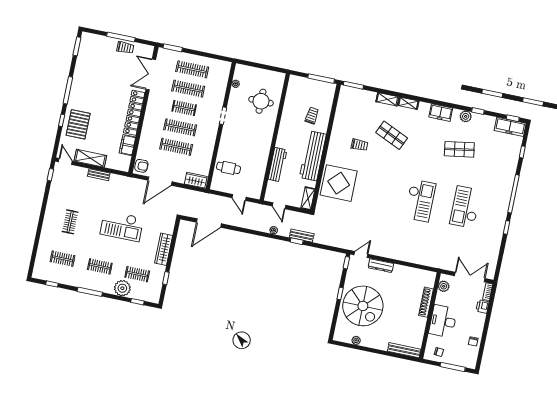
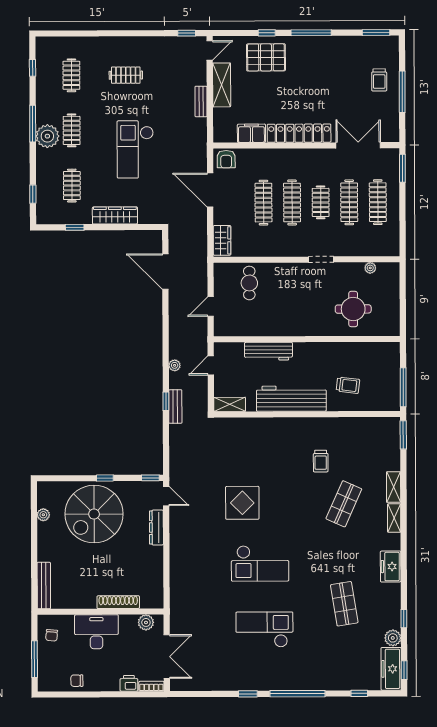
trolley: (125, 48) -> (379, 80), moved
plant: (466, 116) -> (393, 638), moved
display table: (339, 183) -> (242, 503), moved, width x0.73, depth x0.73
plant: (122, 288) -> (47, 136), moved

